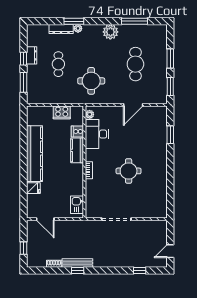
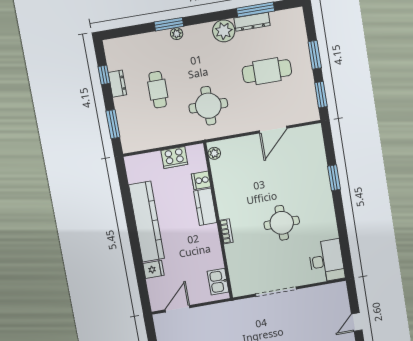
dresser: (61, 29) -> (252, 22), moved
window: (24, 59) -> (104, 75), moved
cafe table: (135, 64) -> (267, 71), turned 90
desk: (97, 134) -> (326, 261), moved, turned 180
window: (170, 135) -> (334, 178), moved
door: (45, 219) -> (177, 309), swing flipped

